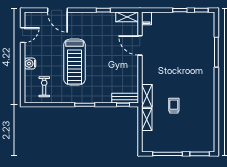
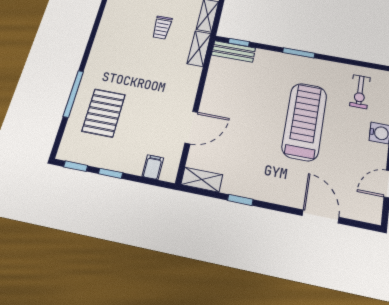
filing cabinet: (147, 18) -> (153, 167), moved
pallet: (194, 44) -> (104, 113), added
door: (140, 45) -> (191, 128), hinge flipped

